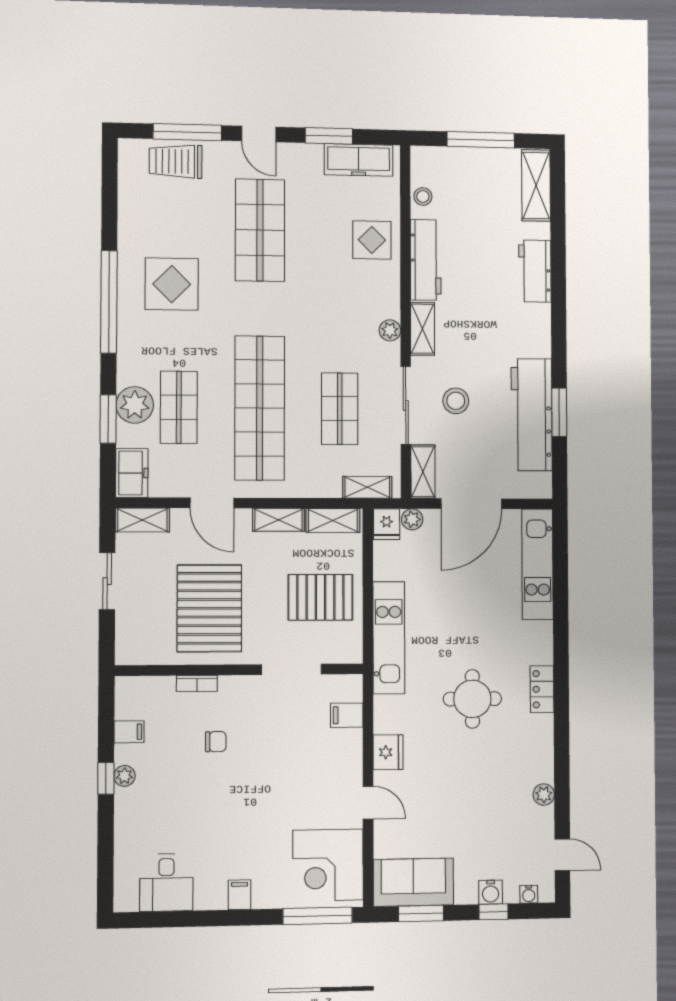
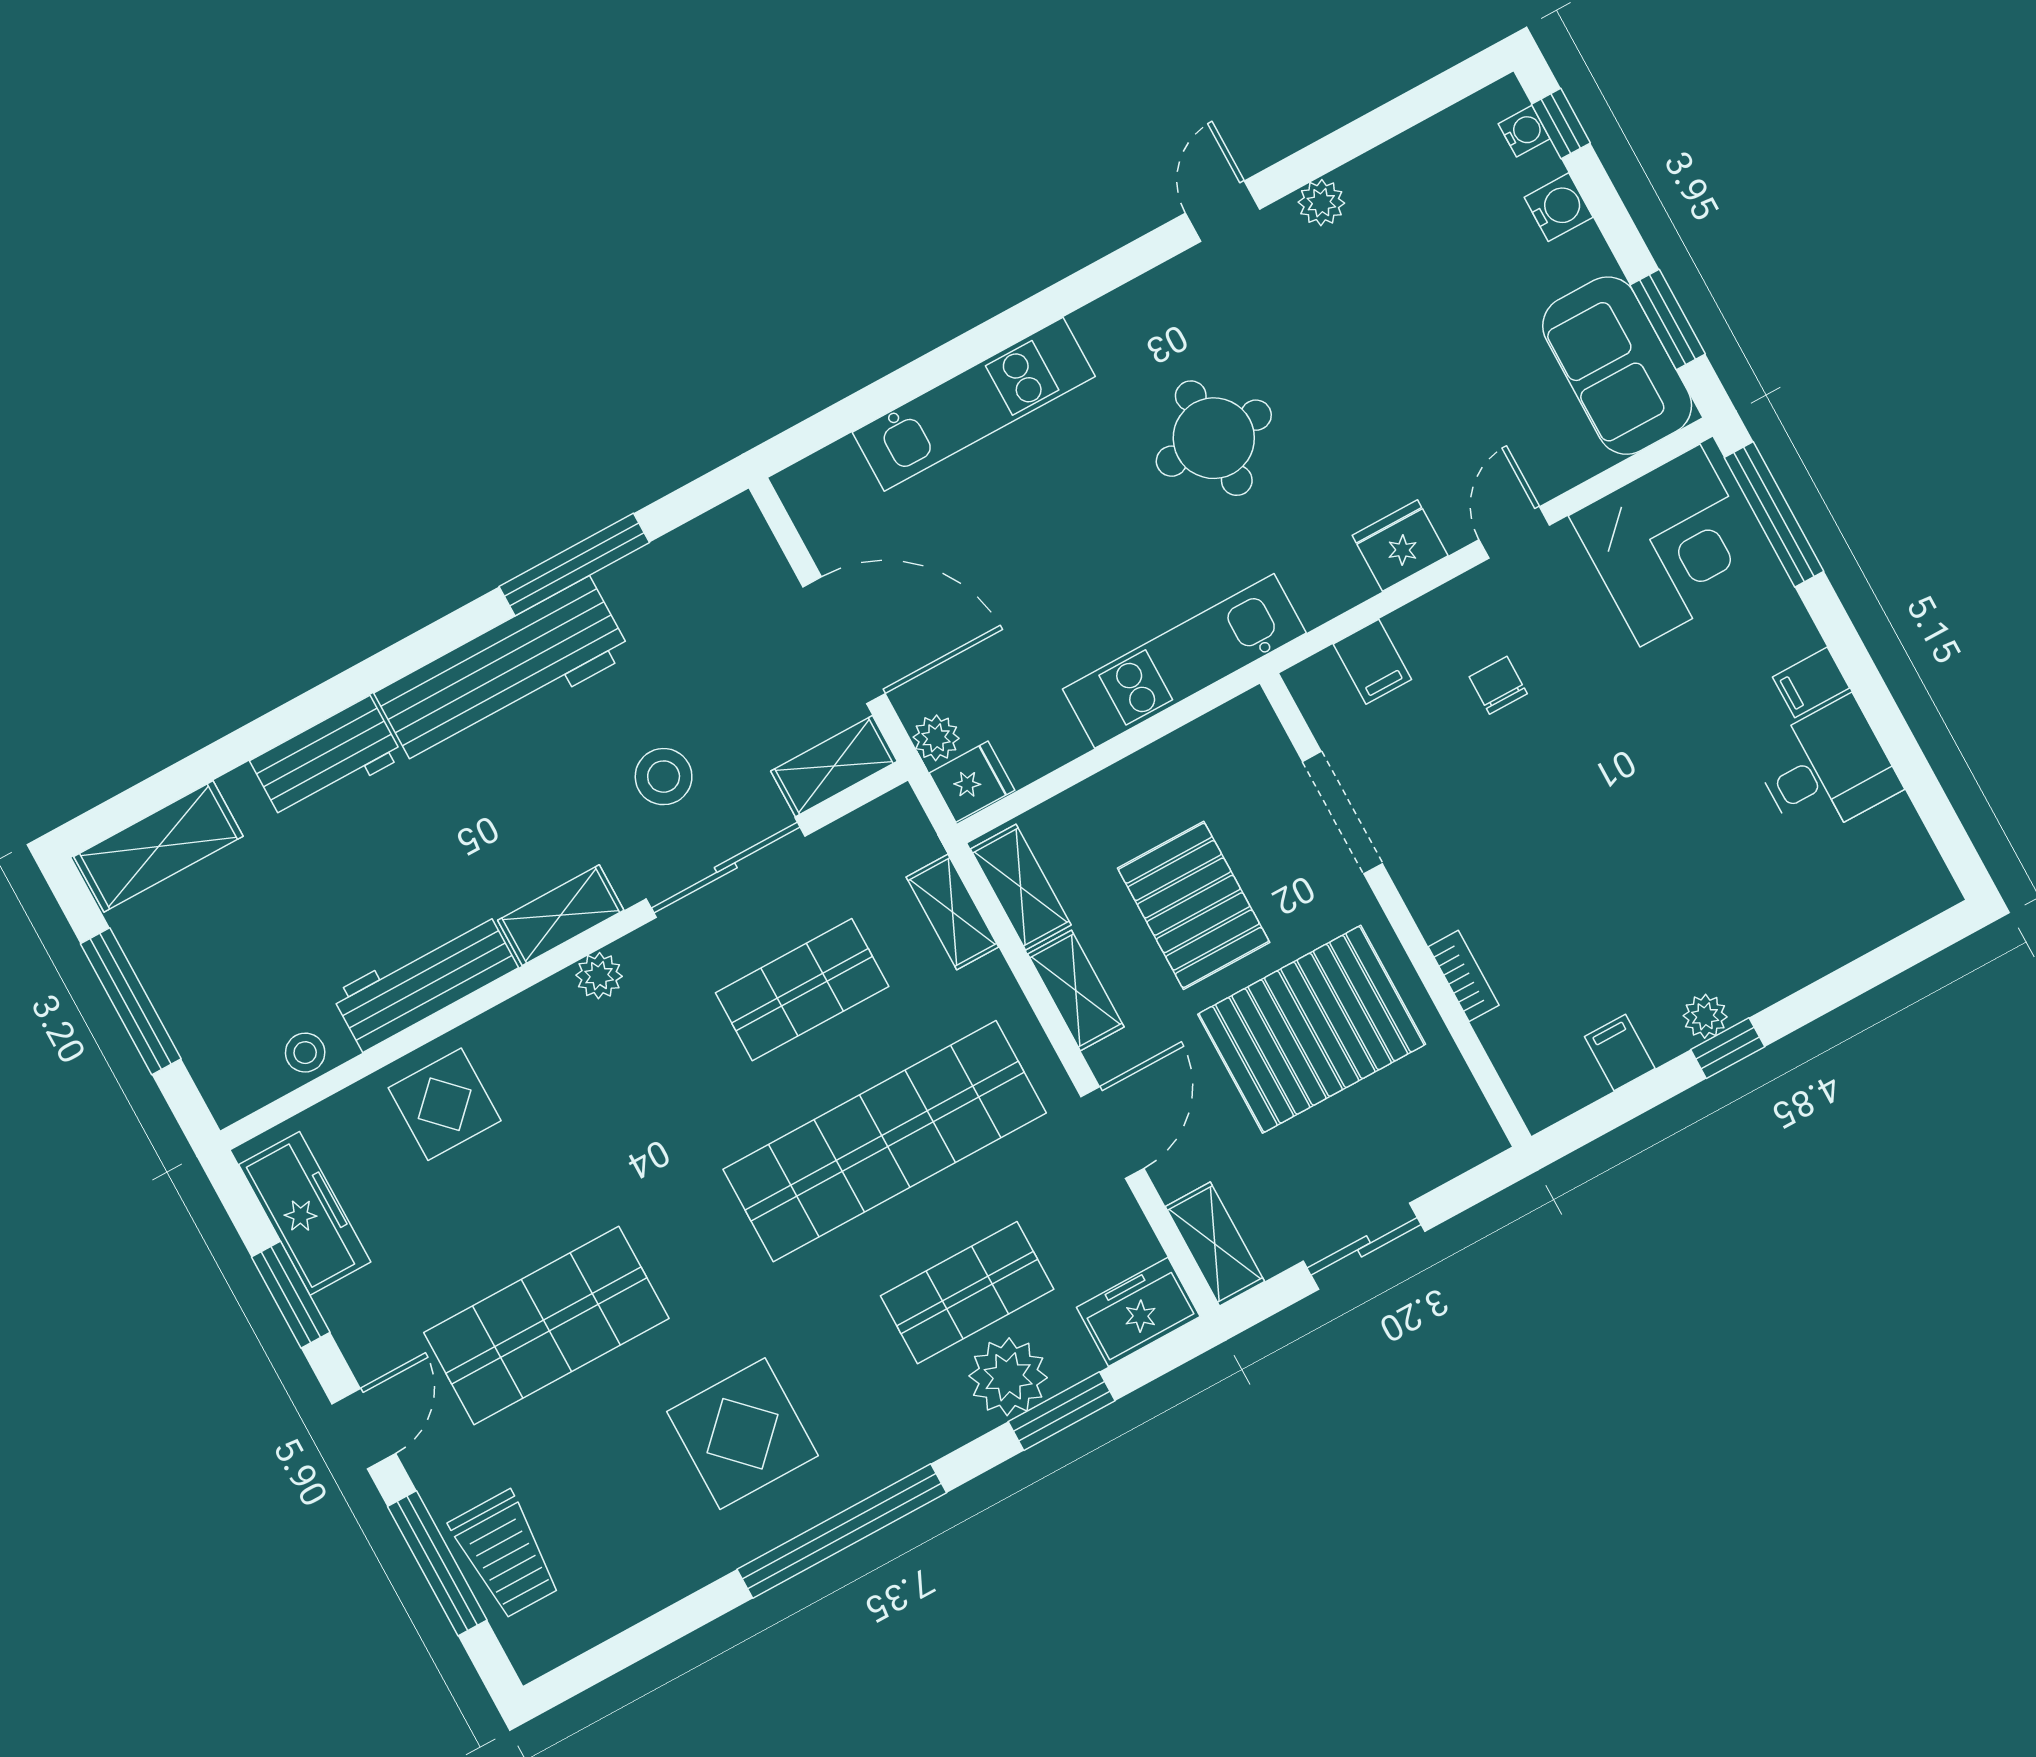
window: (559, 412) -> (574, 565), width x1.44
workbench: (532, 415) -> (503, 673), moved
shelving: (367, 487) -> (952, 912), moved
kitchen unit: (537, 564) -> (974, 404), moved
pallet: (321, 597) -> (1194, 905), moved
locker: (542, 689) -> (1124, 313), removed
chair: (216, 742) -> (1498, 685), moved
door: (562, 855) -> (1223, 211), moved
desk: (166, 883) -> (1826, 769), moved
window: (494, 912) -> (1561, 124), moved

